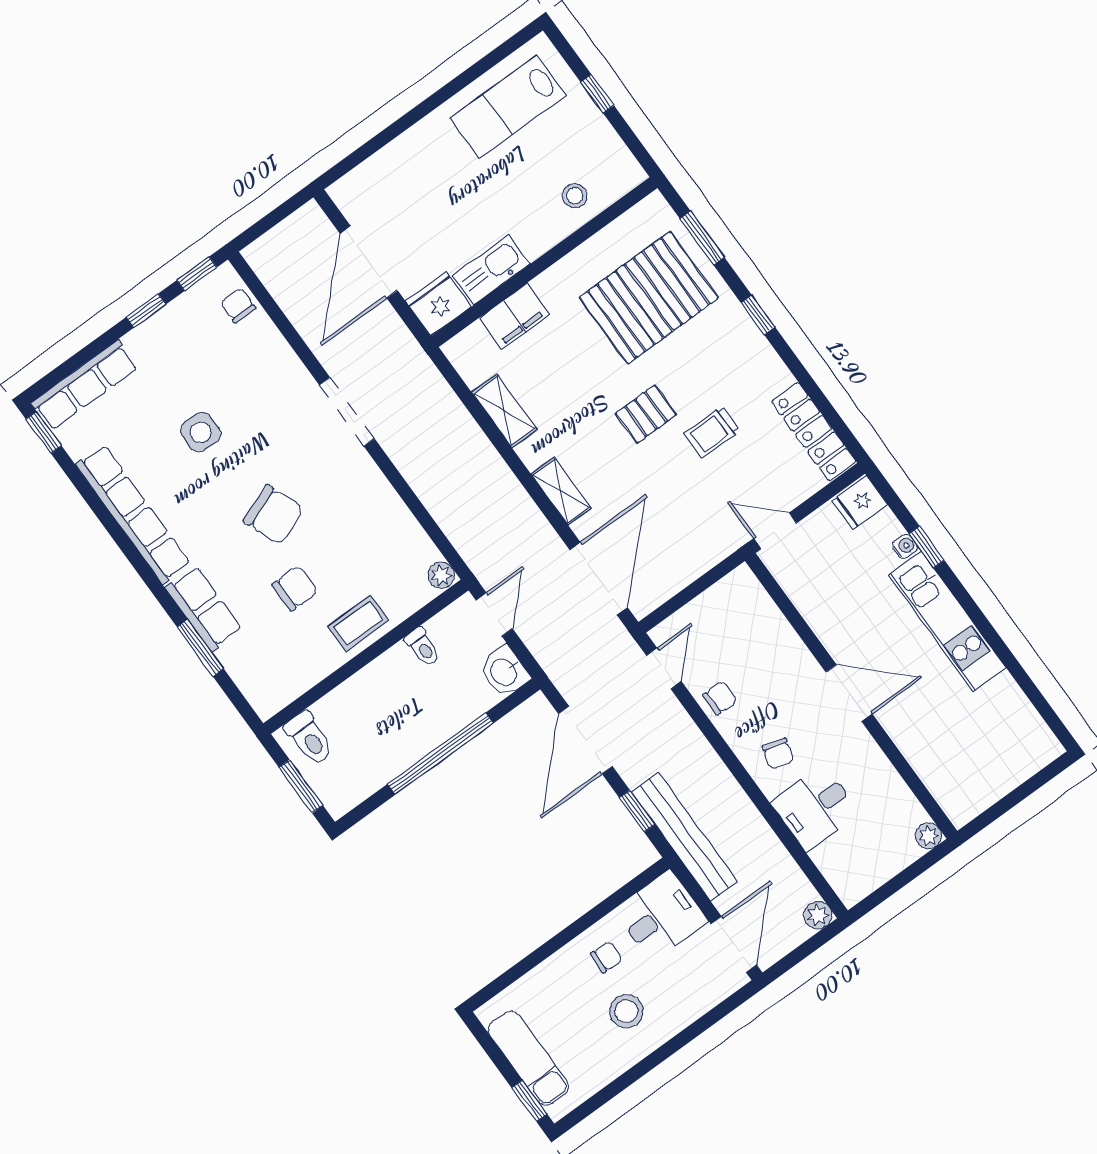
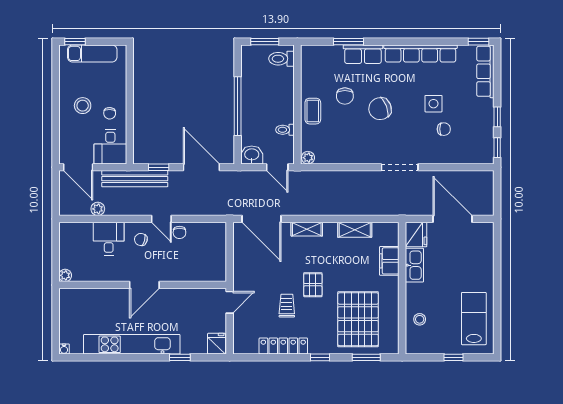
chair: (238, 306) -> (444, 129), moved
locker: (814, 432) -> (283, 346), moved
water cooler: (905, 546) -> (64, 349), moved
kitchen unit: (947, 621) -> (132, 344), width x1.36
door: (664, 668) -> (161, 219), moved
plant: (818, 915) -> (98, 209), moved

